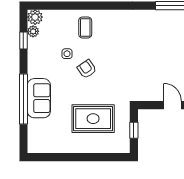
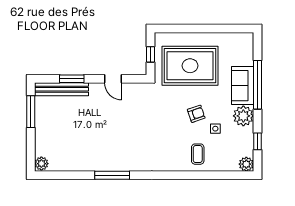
plant: (33, 31) -> (243, 116), moved, width x1.88, depth x1.88
armchair: (87, 69) -> (196, 114), turned -74
rug: (93, 119) -> (190, 66), width x1.37, depth x1.44

